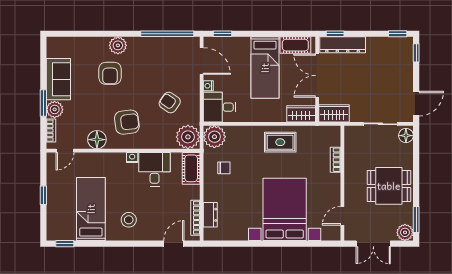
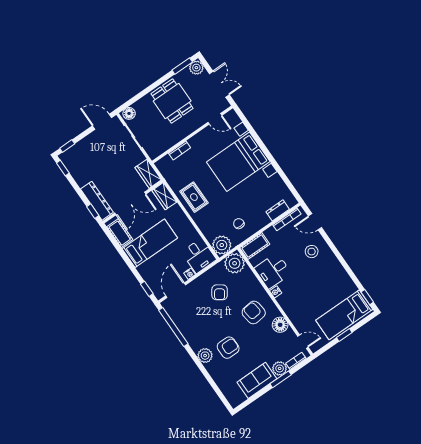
bed: (91, 209) -> (344, 315), moved
stool: (129, 220) -> (312, 252), moved

